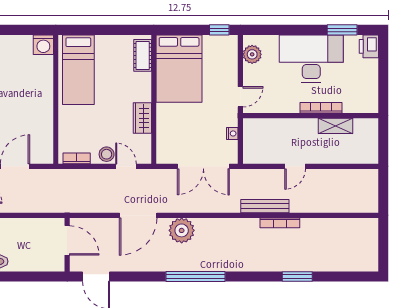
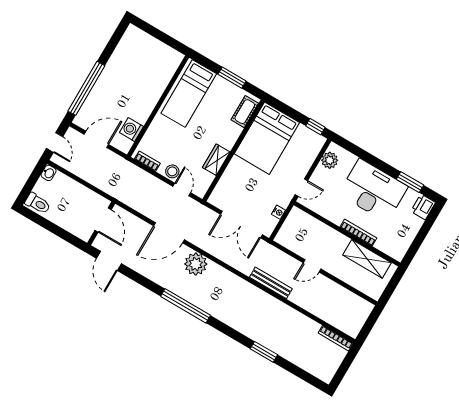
window: (111, 30) -> (232, 78), added
washing machine: (43, 45) -> (131, 130), moved, turned 90
shelving: (336, 126) -> (367, 259), width x1.50, depth x1.33
bookcase: (280, 223) -> (336, 338), moved

